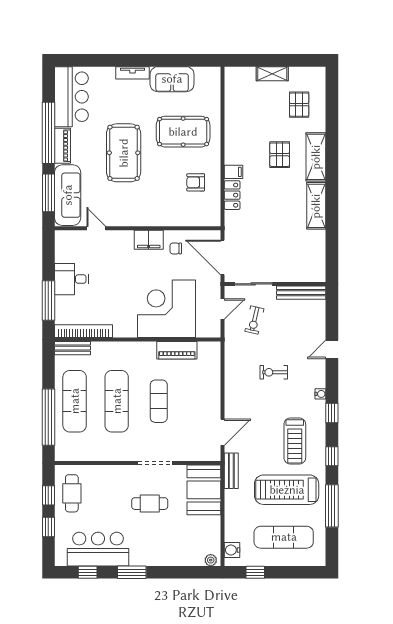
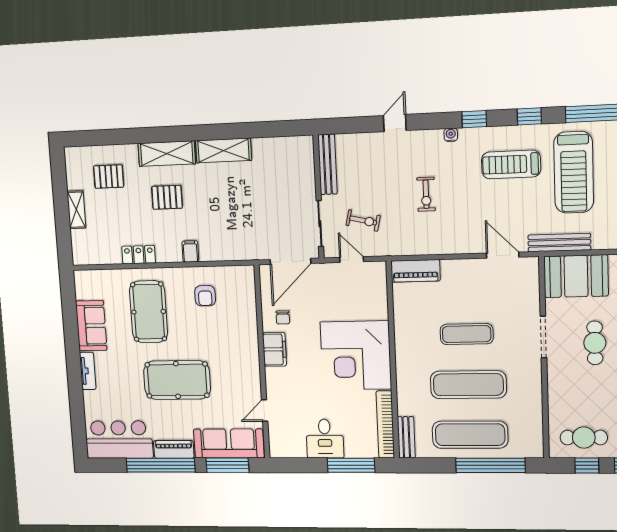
locker: (232, 195) -> (139, 255), moved
corner desk: (167, 309) -> (356, 355), moved
door: (332, 349) -> (395, 123), swing flipped
piano: (177, 350) -> (415, 271), moved, turned 90
treadmill: (295, 441) -> (511, 164), turned 180
bench: (231, 471) -> (559, 243), width x1.36

